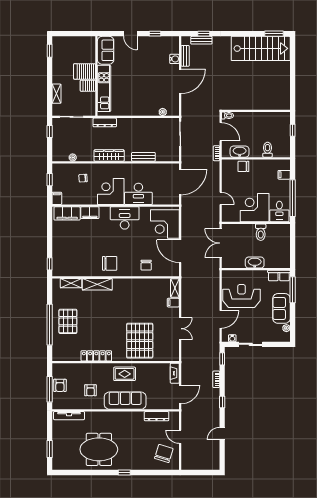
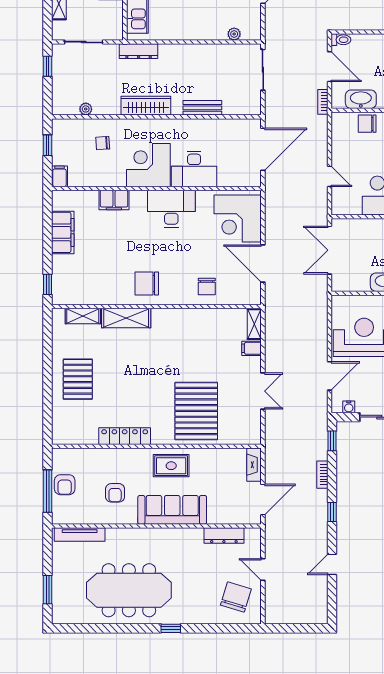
filing cabinet: (67, 213) -> (63, 232), moved, turned -90
chair: (110, 263) -> (147, 284), turned 180
window: (50, 325) -> (48, 385), removed
meeting table: (99, 449) -> (129, 590), width x1.36

